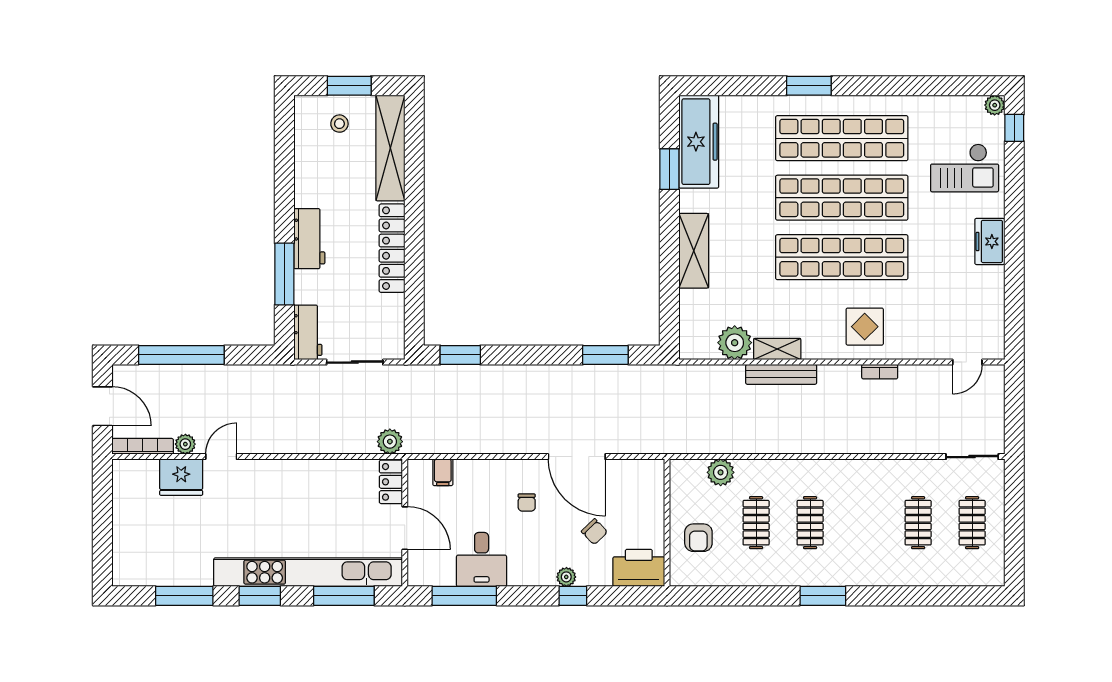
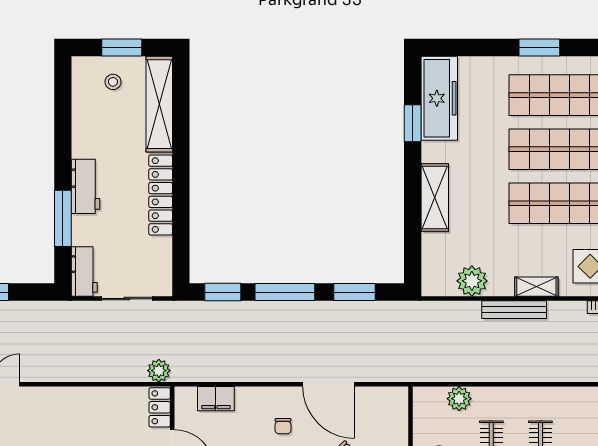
shelving: (777, 349) -> (536, 287), moved
window: (529, 355) -> (285, 292), added
filing cabinet: (443, 472) -> (216, 399), width x2.00

